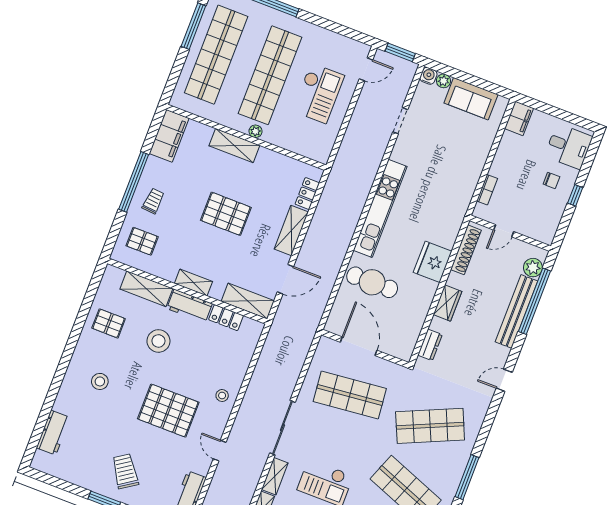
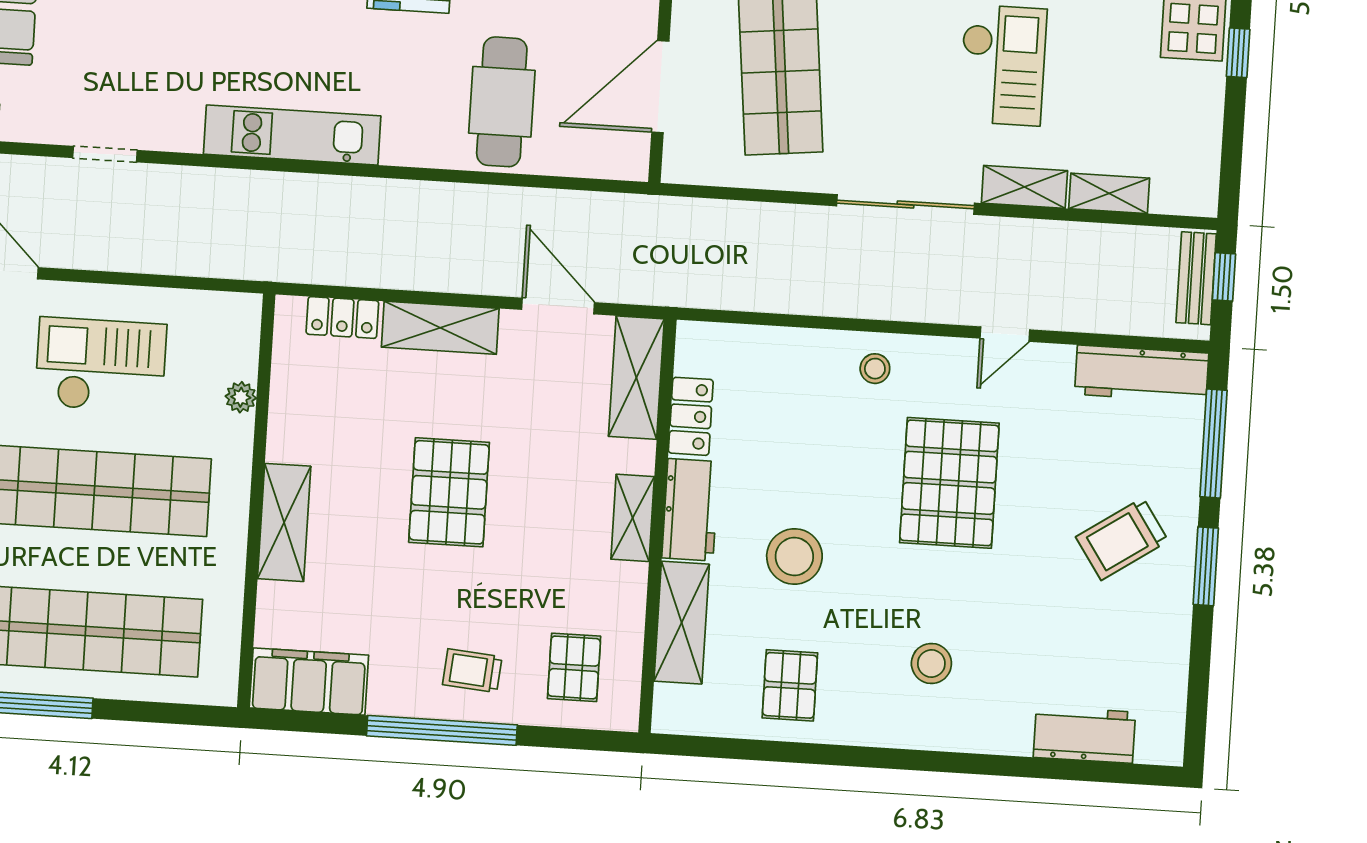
plant: (255, 131) -> (241, 397), moved
kitchen unit: (380, 208) -> (292, 135), width x0.73

